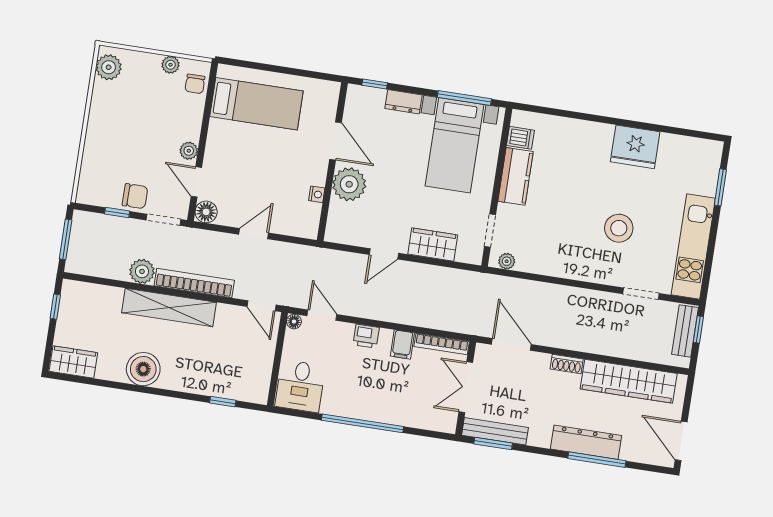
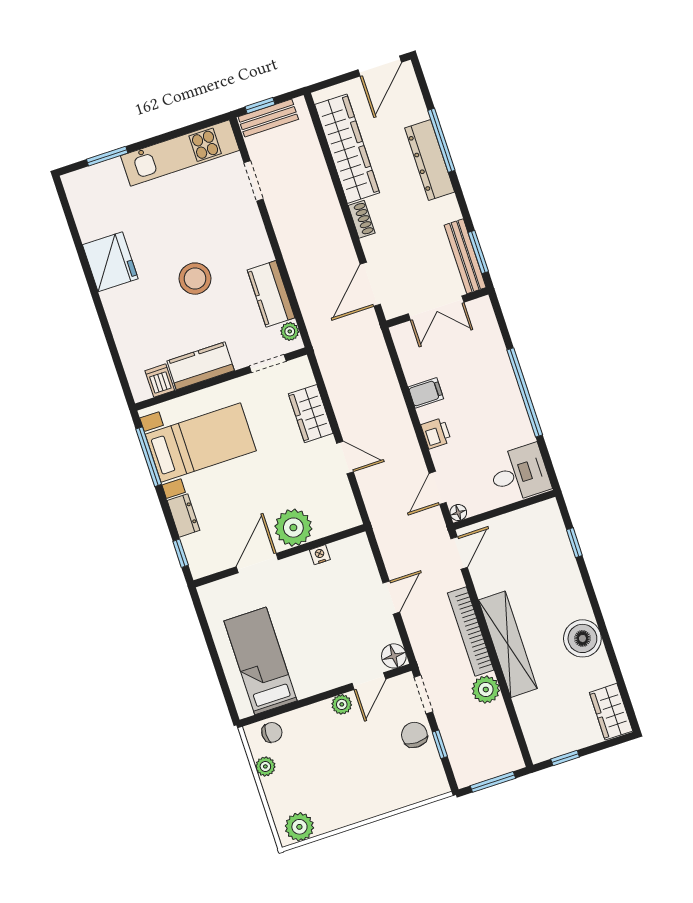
stool: (619, 228) -> (195, 279), moved
door: (254, 234) -> (391, 598), swing flipped
kitchen counter: (544, 262) -> (271, 294), added
bookcase: (442, 344) -> (405, 354), removed

